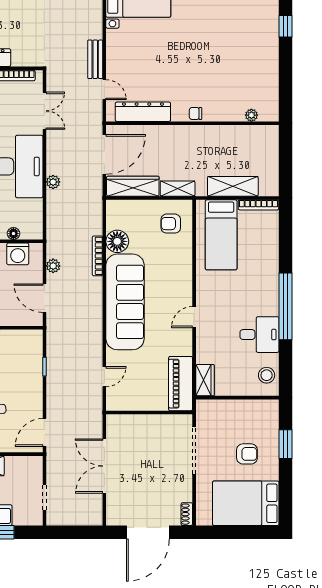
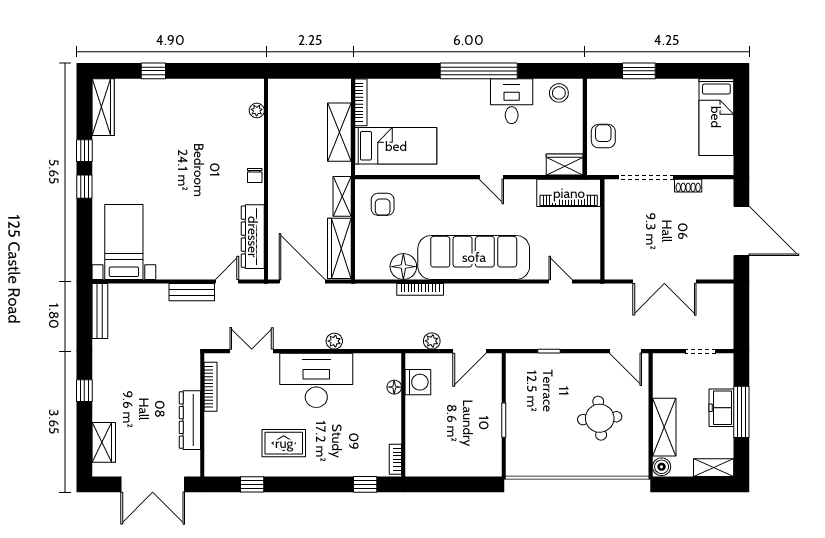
armchair: (247, 454) -> (603, 136), moved
bed: (246, 503) -> (716, 117), width x0.67
shoe rack: (187, 514) -> (688, 186), moved

